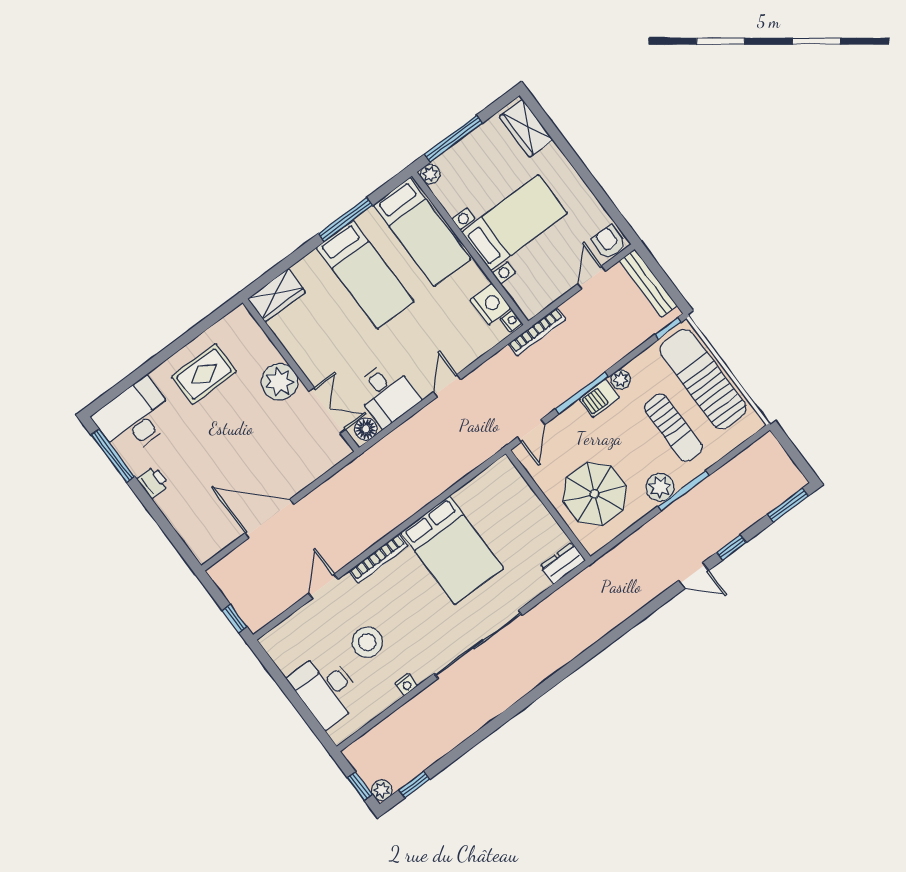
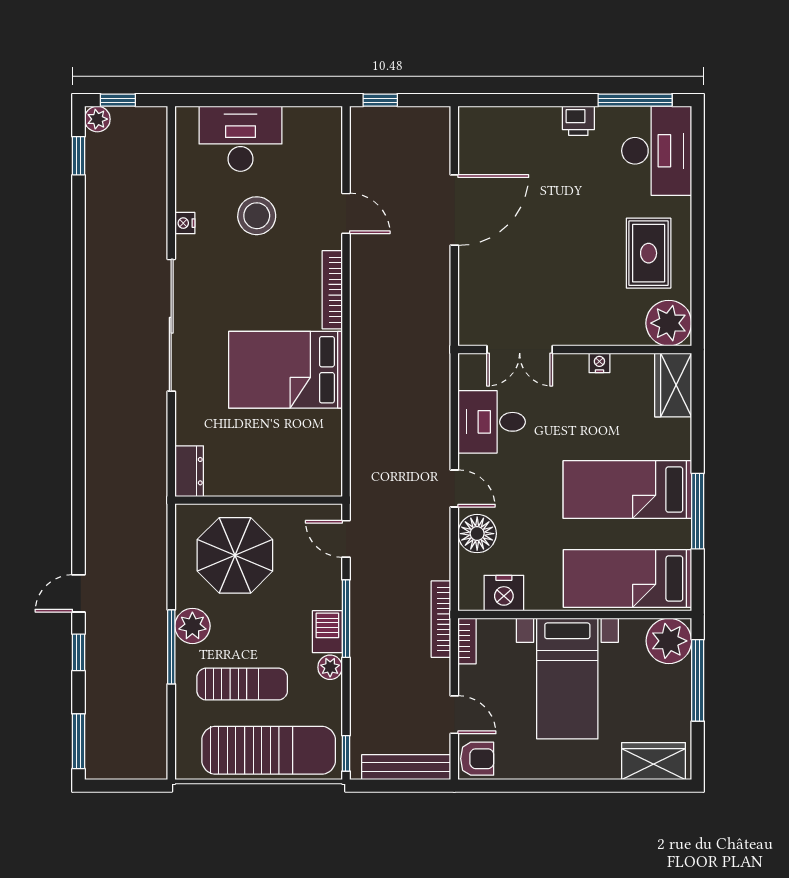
plant: (430, 174) -> (669, 641), width x1.88, depth x1.88
bookcase: (538, 305) -> (467, 641), added
nightstand: (511, 321) -> (599, 363), moved, turned 180
plant: (279, 382) -> (669, 323), moved
sun lounger: (673, 428) -> (242, 684), turned 180
floor lamp: (366, 429) -> (477, 534), moved, width x1.38, depth x1.38

